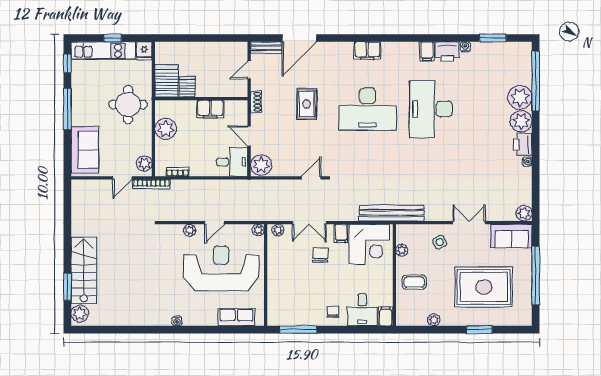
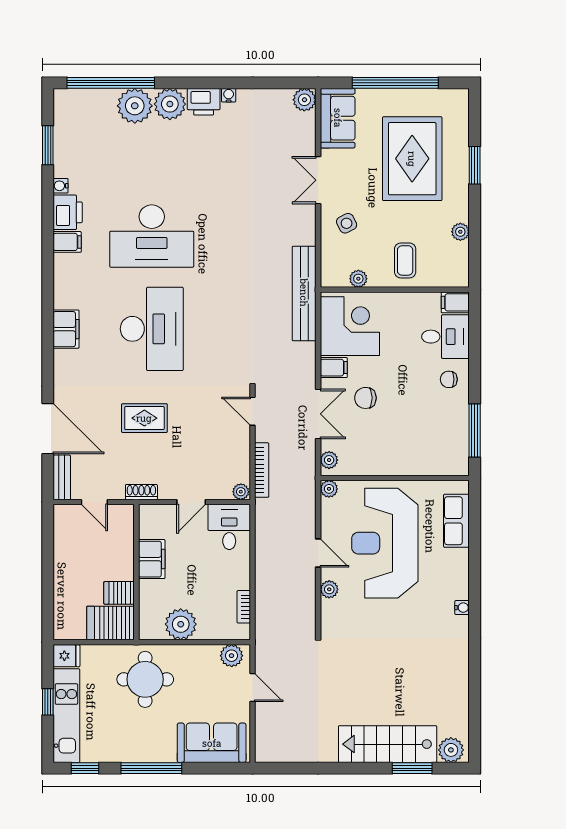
plant: (261, 165) -> (241, 492), width x0.53, depth x0.53
bookcase: (151, 184) -> (262, 470), moved

